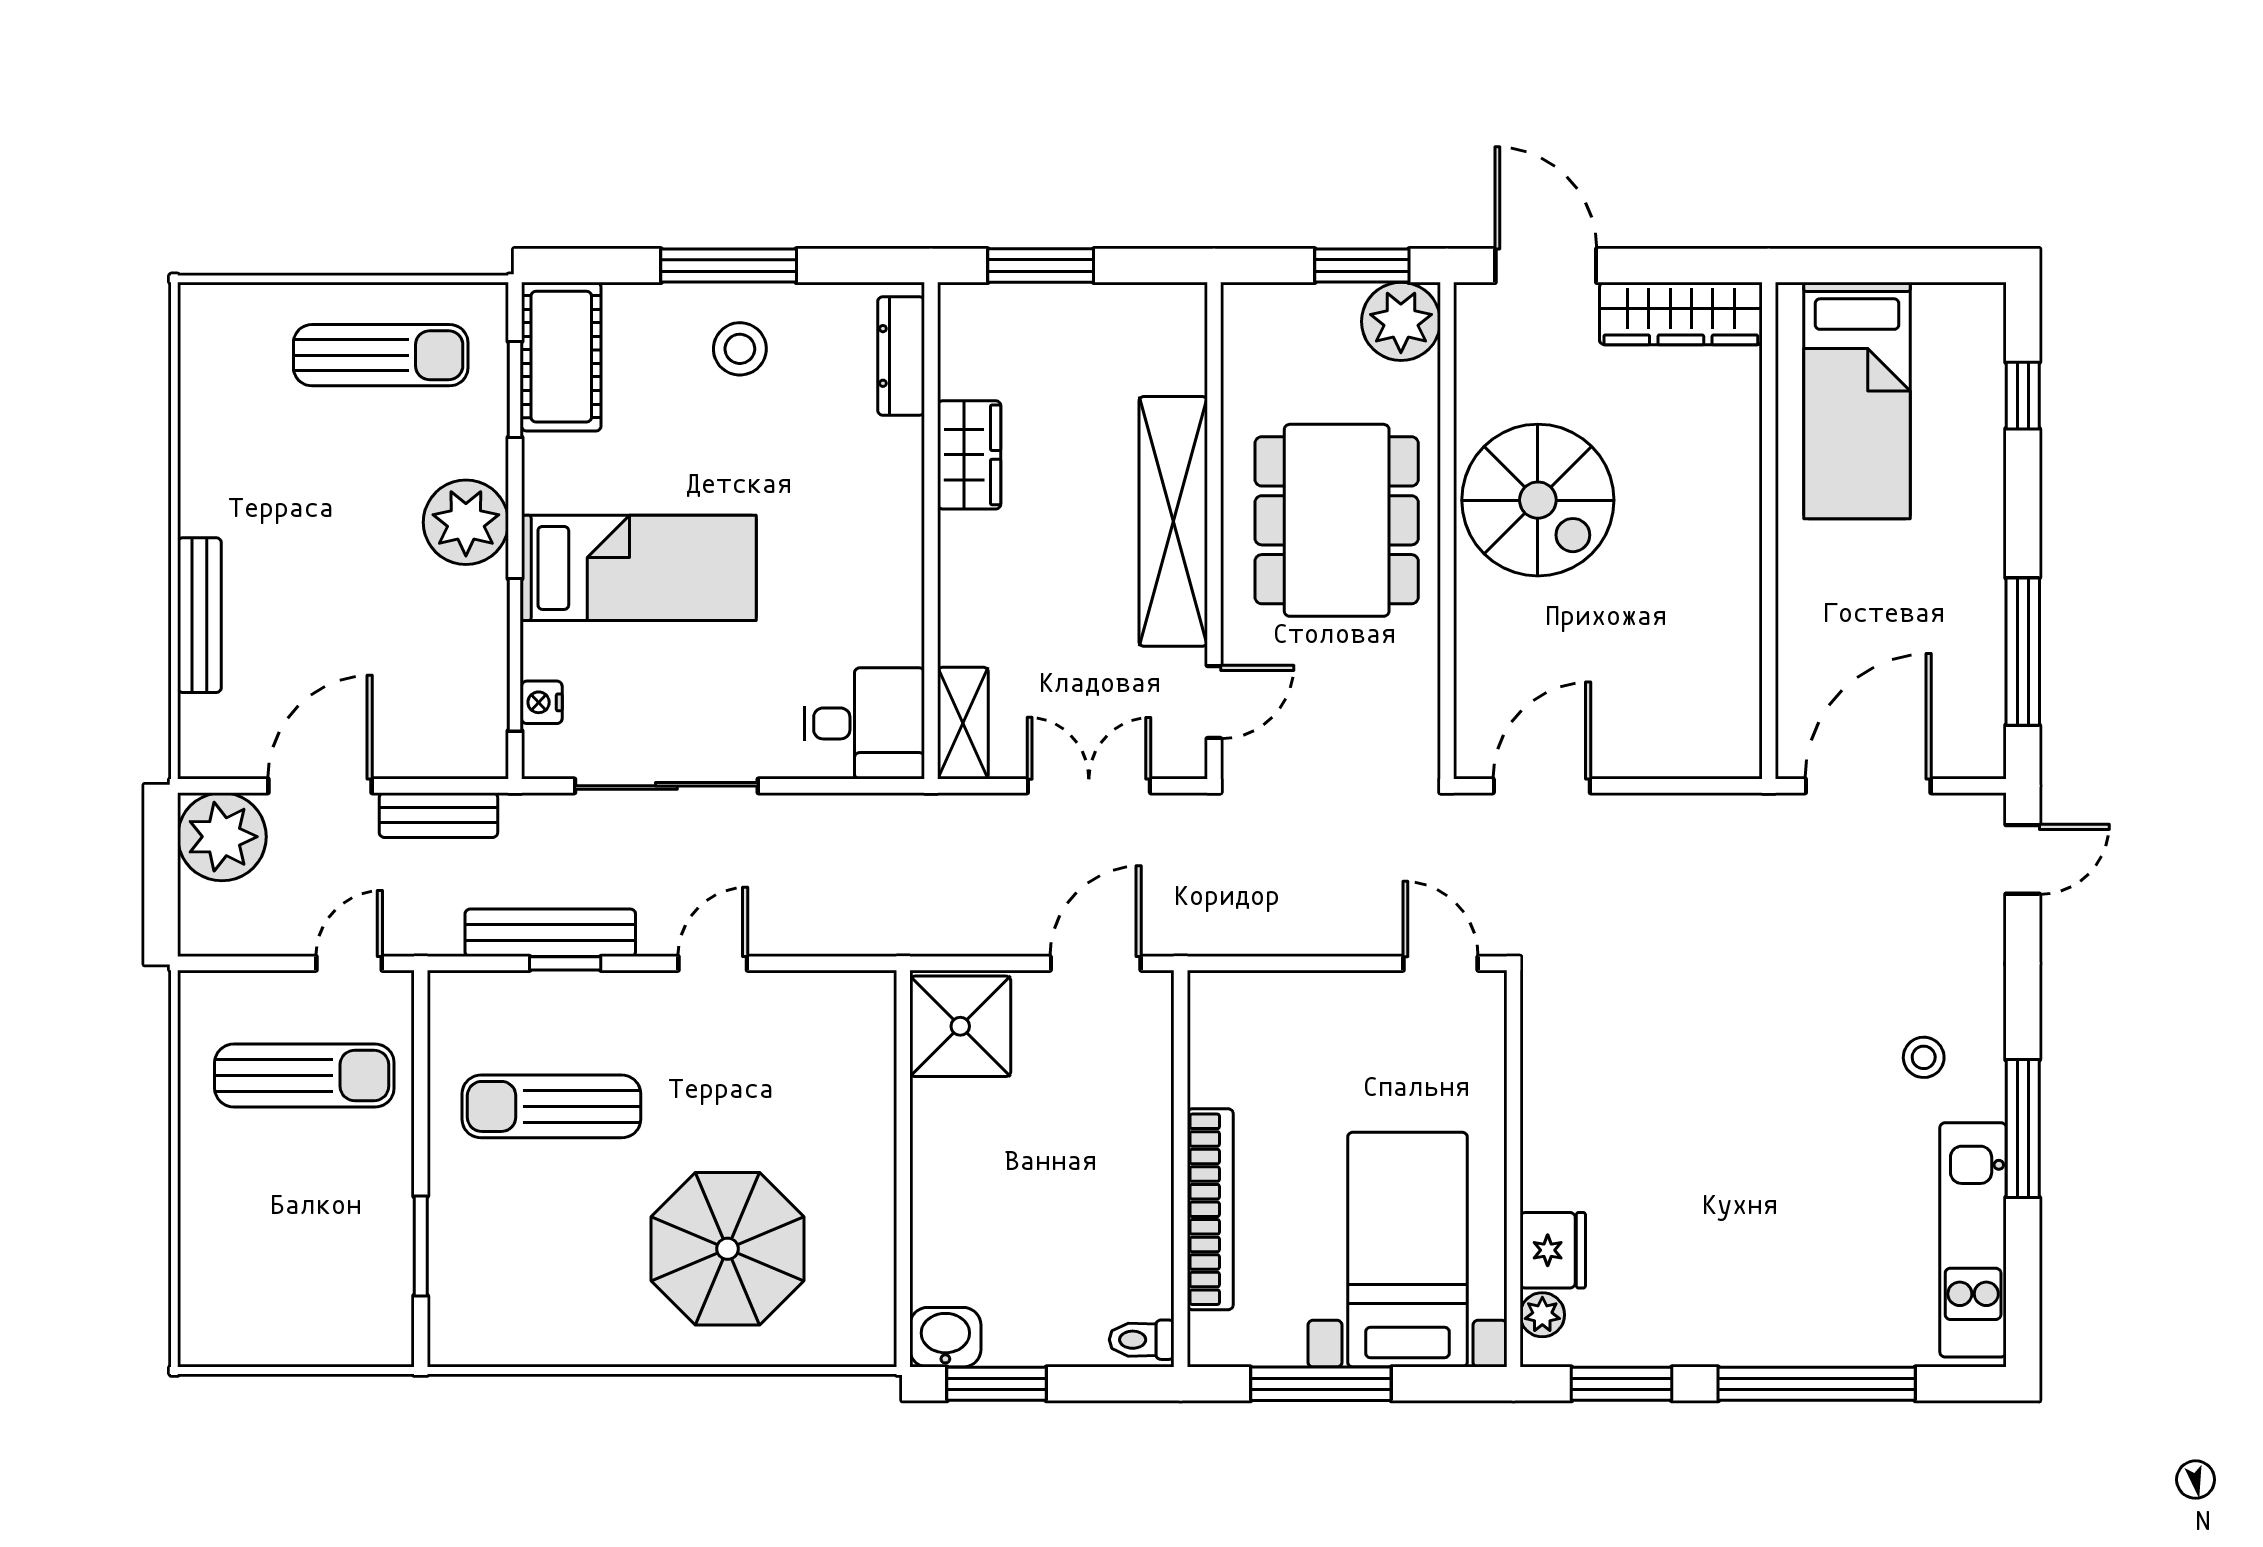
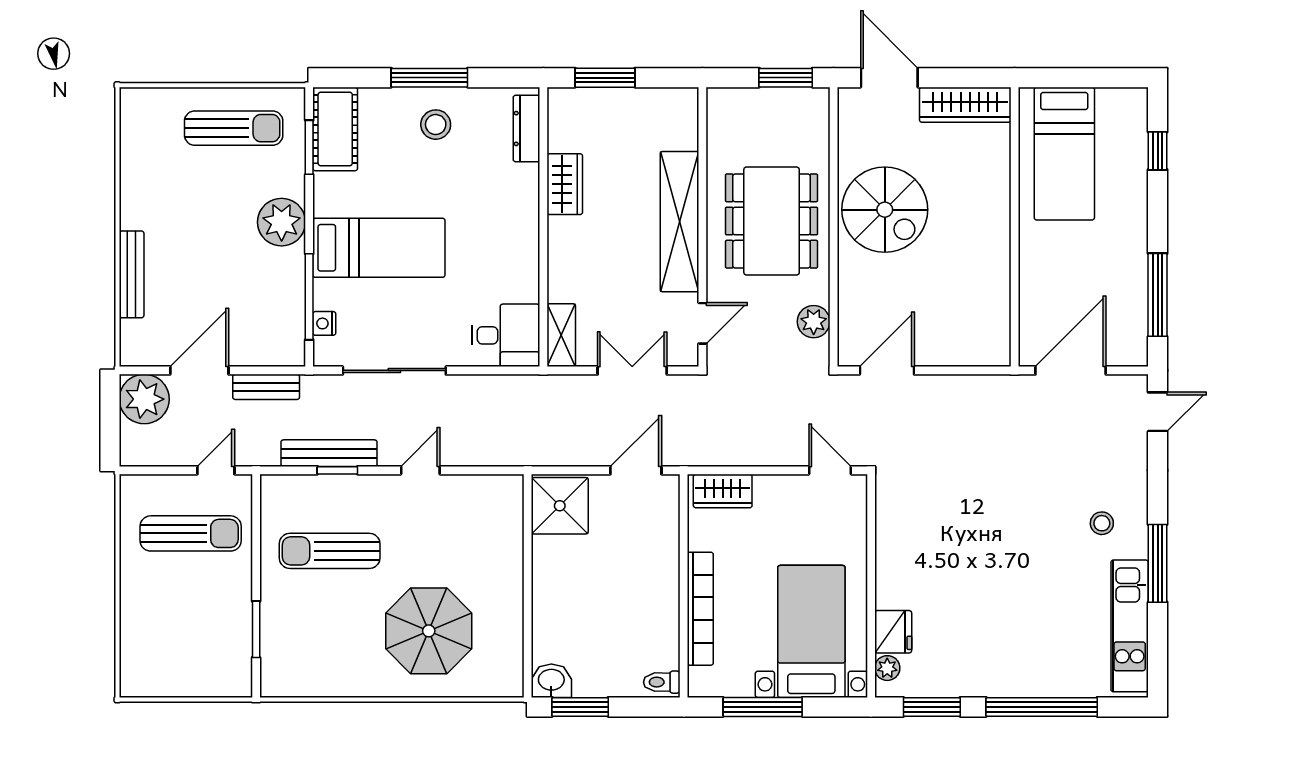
plant: (1401, 321) -> (814, 322), moved, width x0.73, depth x0.73
wardrobe: (1250, 1000) -> (723, 491), added

